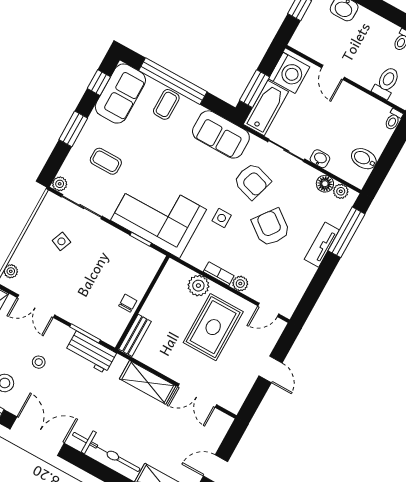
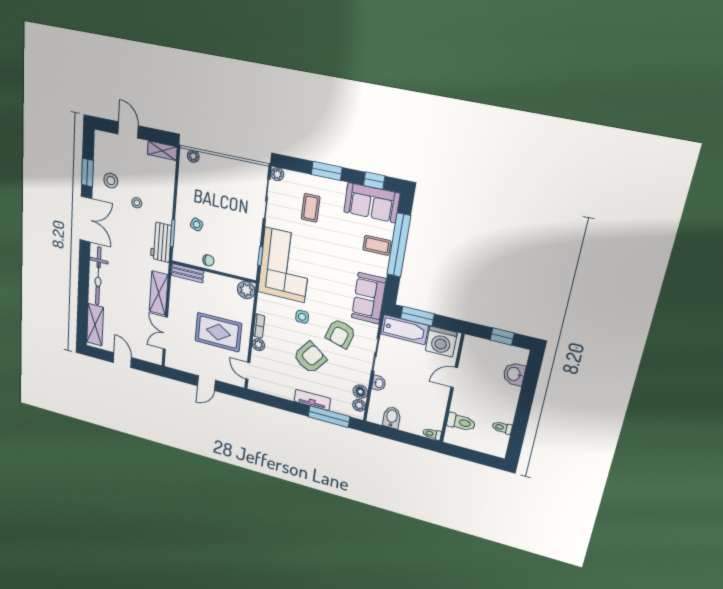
side table: (61, 241) -> (197, 224), moved
plant: (198, 286) -> (246, 290), moved
double door: (36, 306) -> (176, 186), removed

